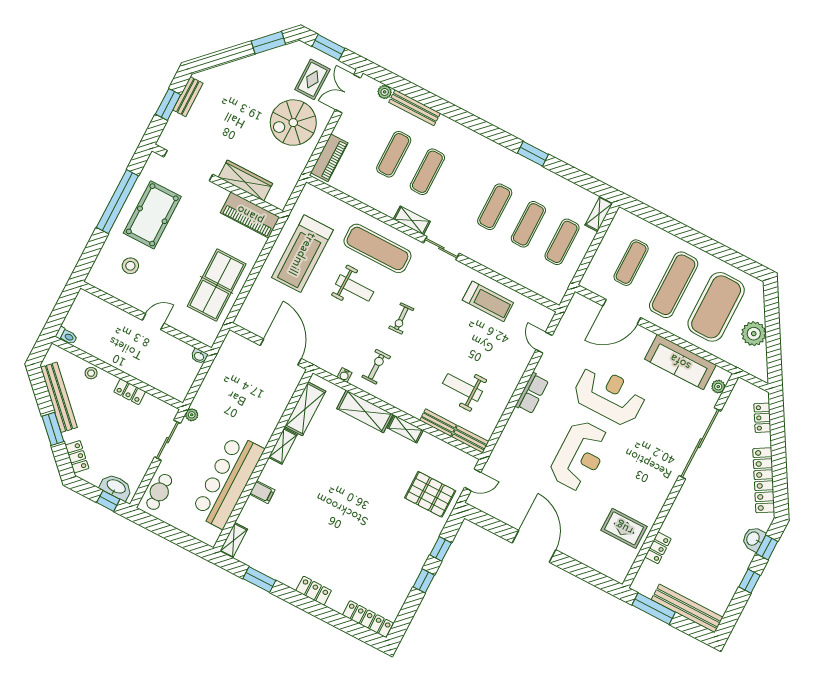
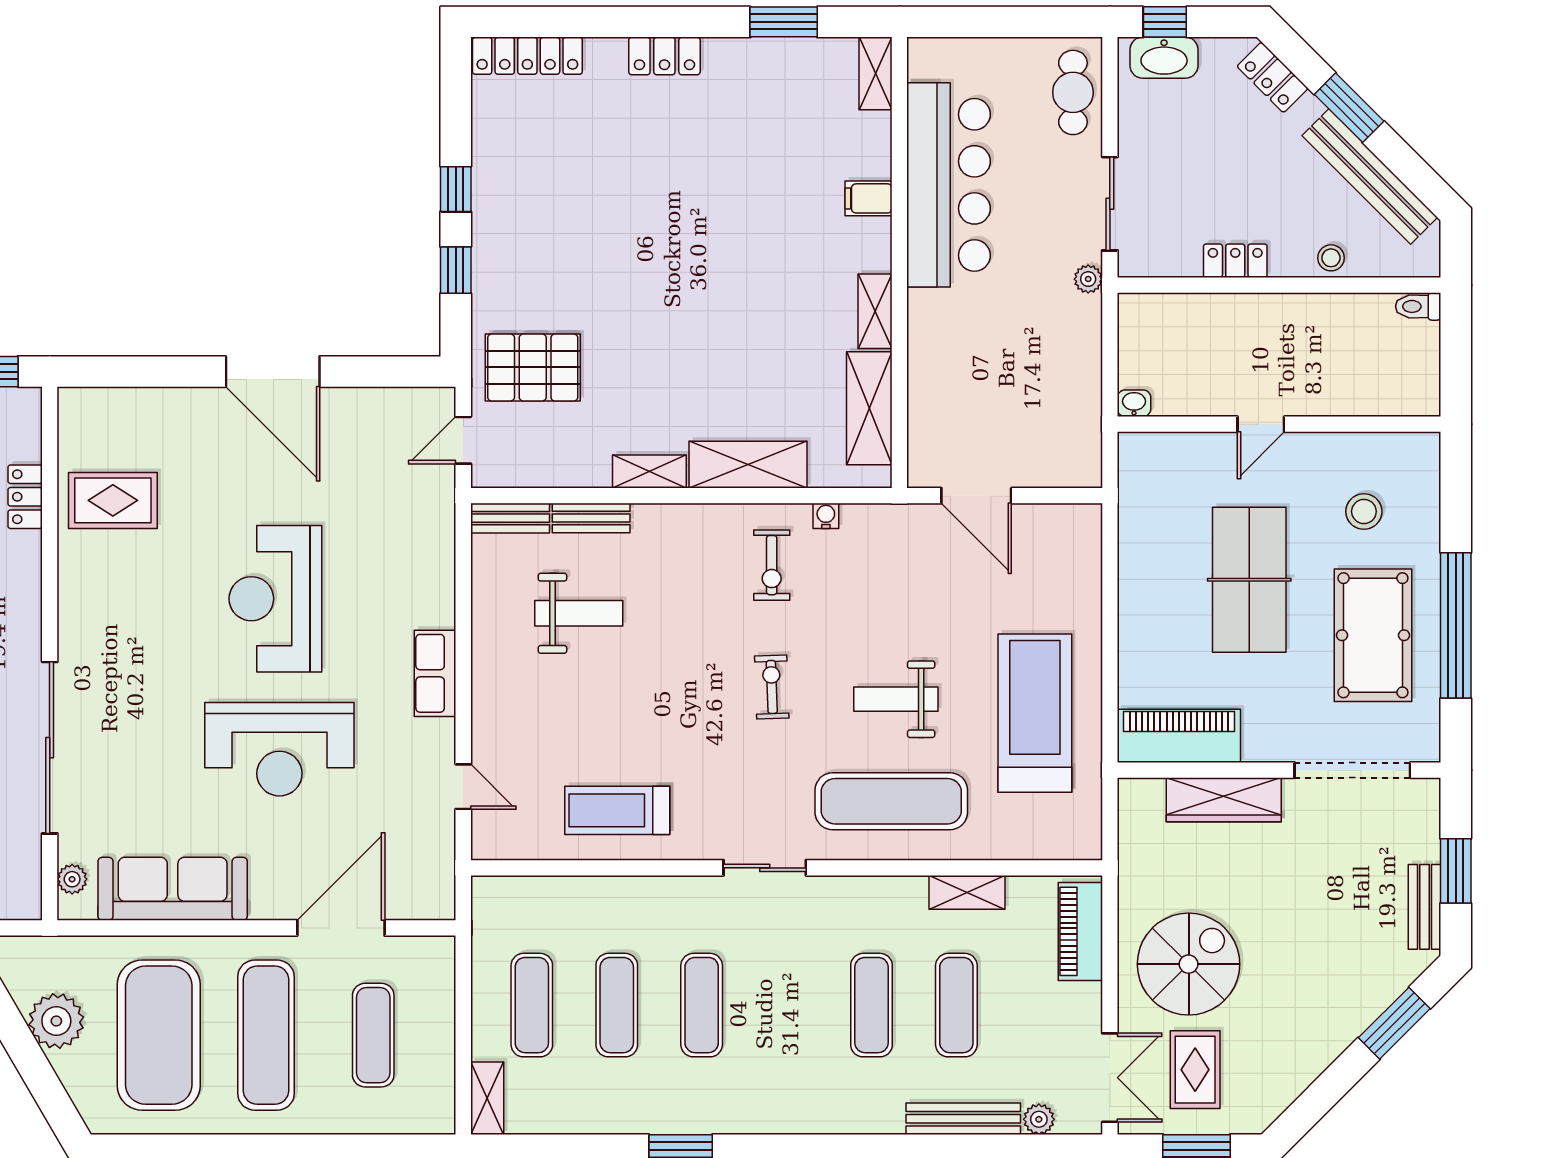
window: (268, 43) -> (1394, 1023), moved
shelving: (412, 220) -> (967, 892), moved
table tennis table: (217, 285) -> (1249, 580), moved
door: (281, 352) -> (976, 496), width x0.73

